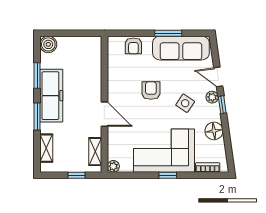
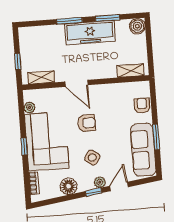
armchair: (133, 46) -> (142, 105), turned 90
armchair: (151, 91) -> (87, 123), moved
door: (104, 114) -> (76, 83), hinge flipped
shelving: (46, 148) -> (130, 71), moved
plant: (113, 166) -> (29, 108), moved

